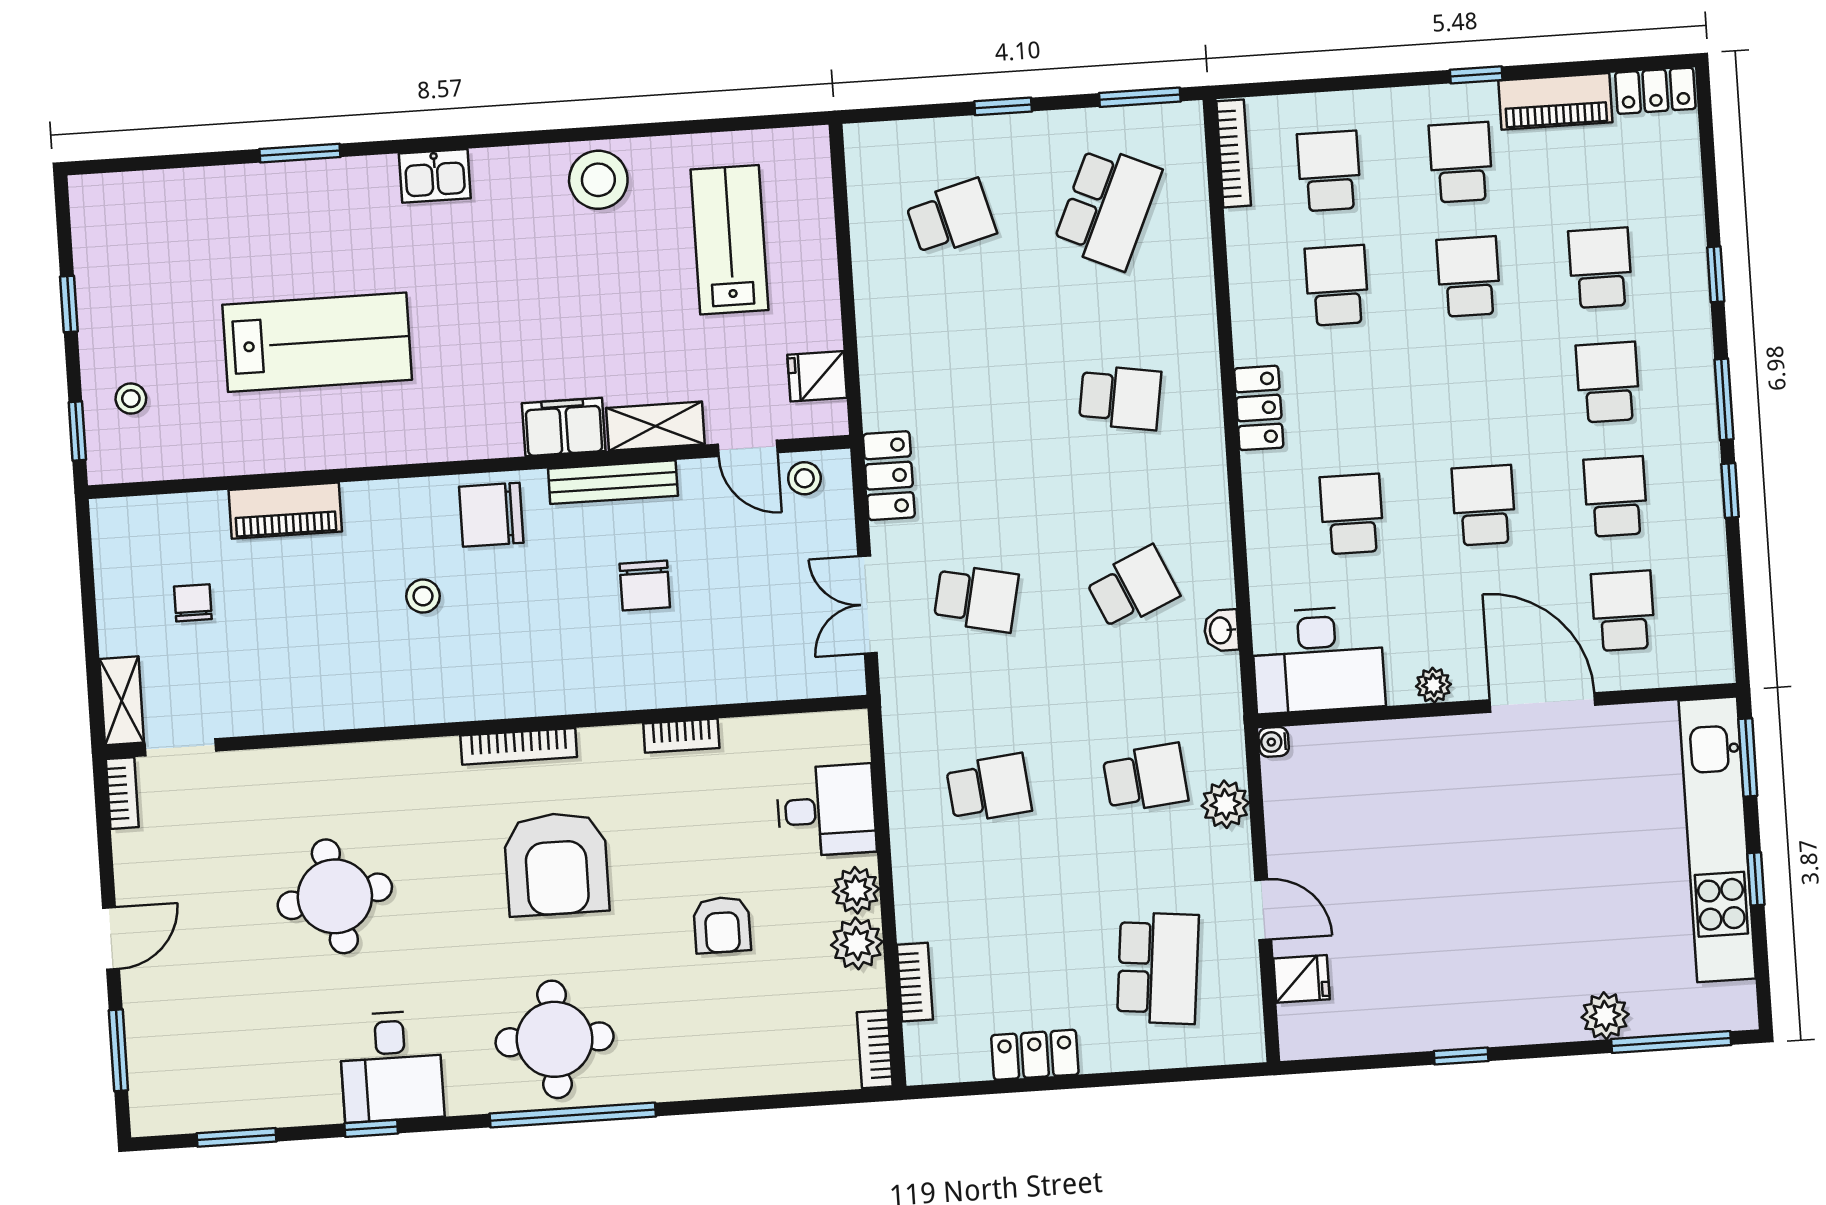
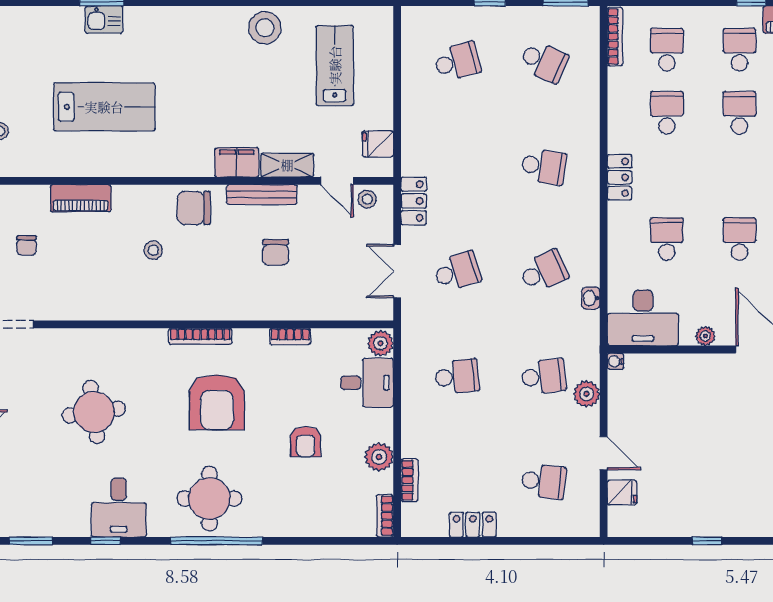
kitchen sink: (435, 176) -> (104, 20), moved
school desk: (1107, 207) -> (544, 62), width x0.54
school desk: (976, 598) -> (457, 271), turned -30
chair: (193, 603) -> (27, 245), turned 180
plant: (856, 890) -> (381, 343), moved
school desk: (1158, 968) -> (544, 481), width x0.54

